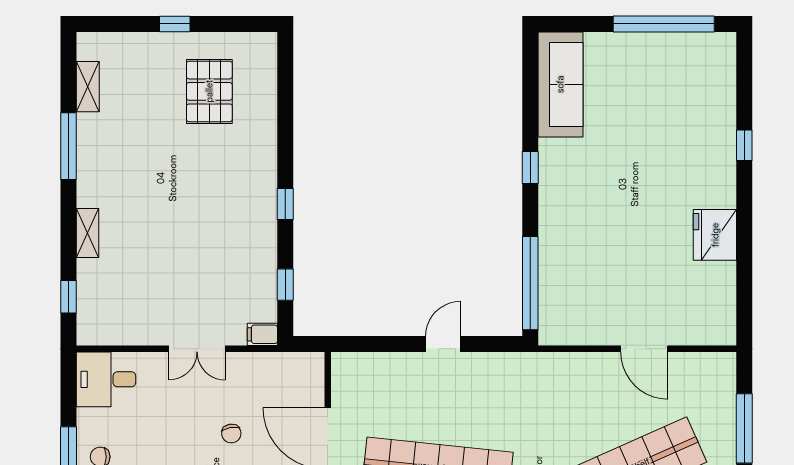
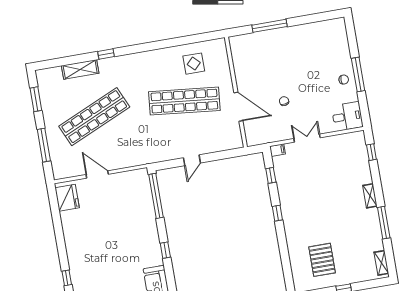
shelving: (88, 87) -> (381, 263), moved
shelving: (88, 233) -> (370, 196), moved
fridge: (715, 235) -> (67, 198), moved

